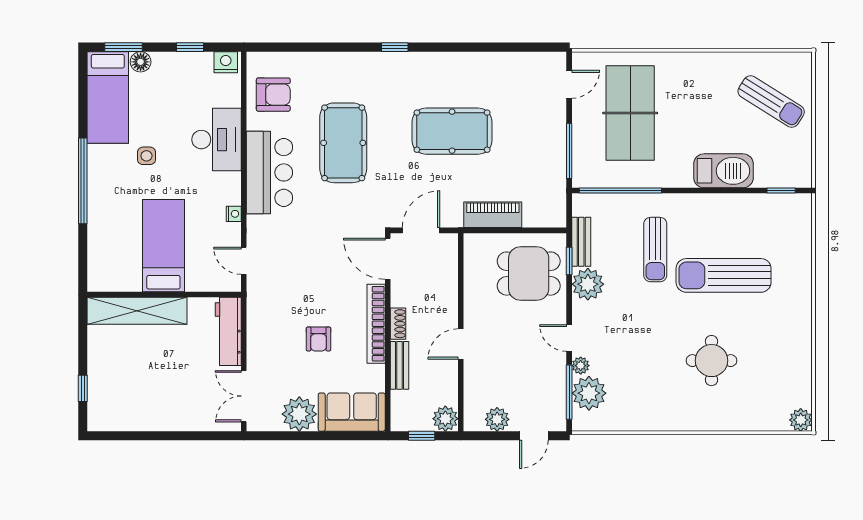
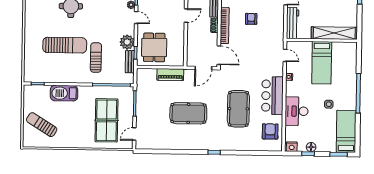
floor lamp: (141, 62) -> (311, 147), moved
armchair: (273, 95) -> (270, 131), turned 90
dining table: (529, 274) -> (154, 47), turned 90

